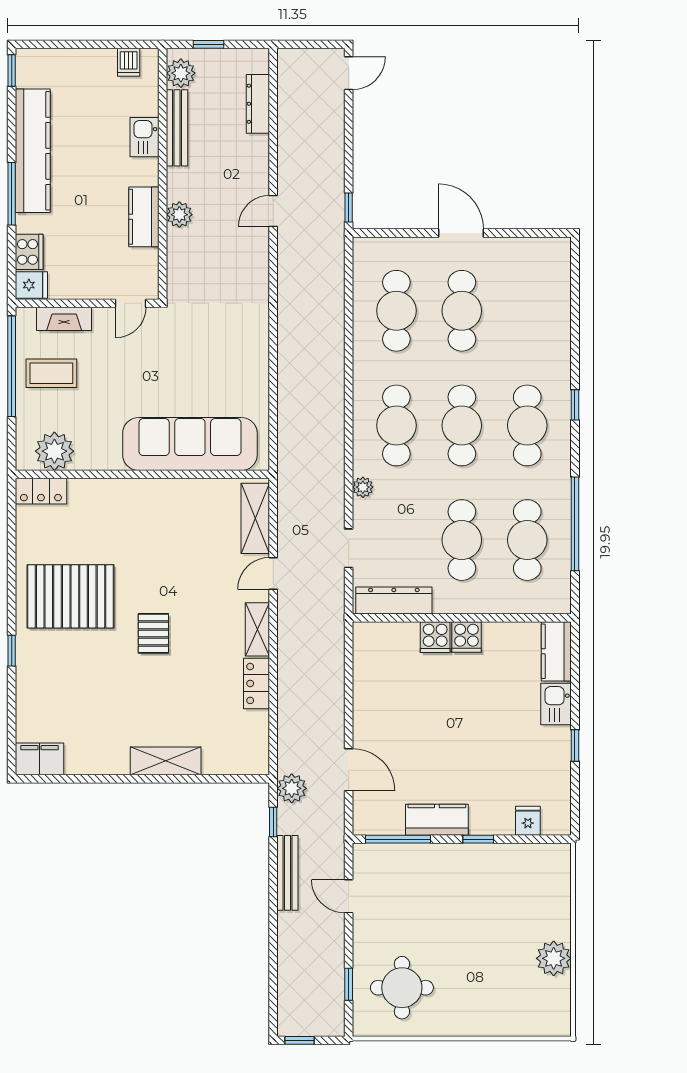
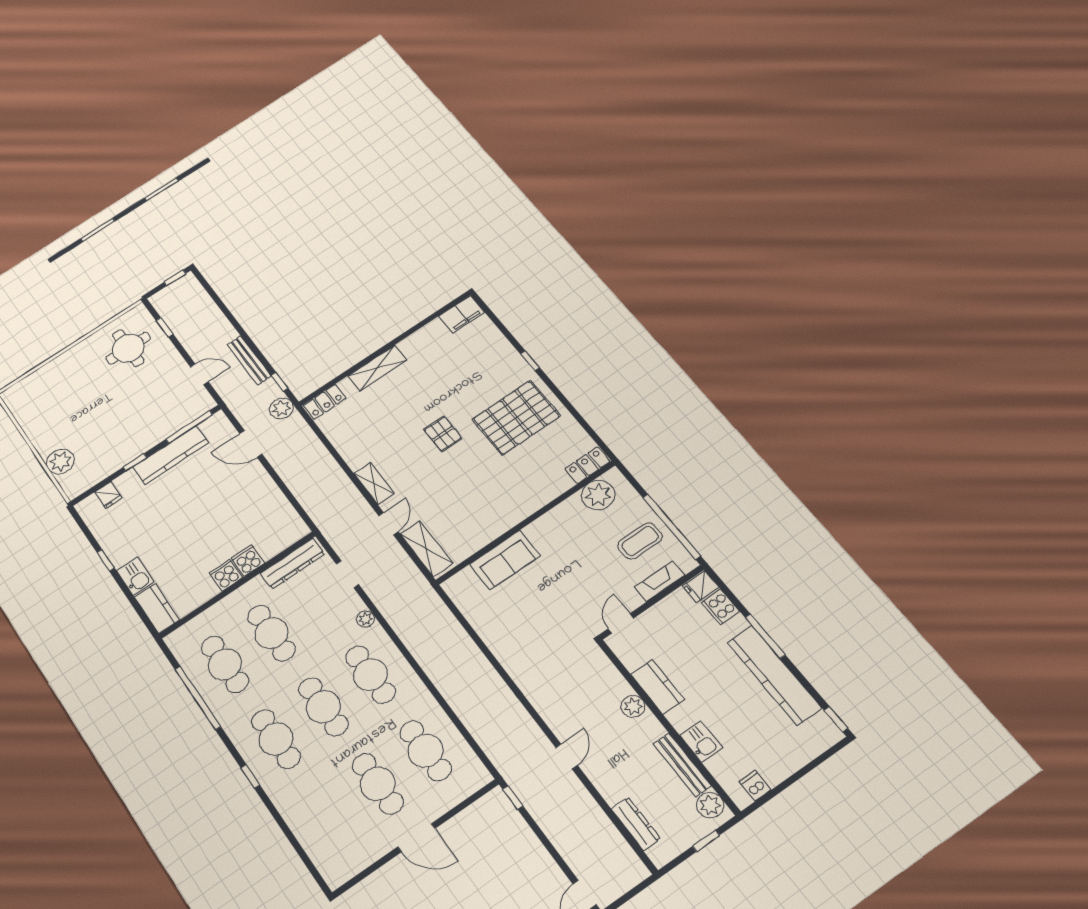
sofa: (190, 444) -> (505, 560), width x0.54, depth x0.79
locker: (257, 683) -> (325, 402), moved, turned 90
kitchen counter: (437, 820) -> (171, 455), width x1.50
plant: (554, 958) -> (60, 462), moved

